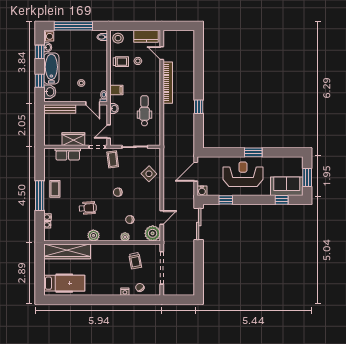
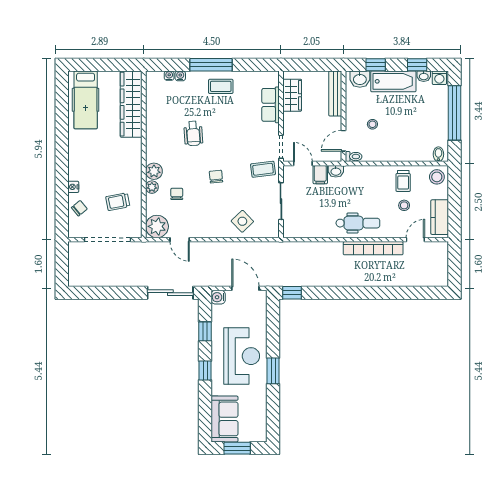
filing cabinet: (116, 90) -> (320, 175), moved
window: (199, 107) -> (292, 293), moved
dental chair: (144, 111) -> (358, 223), moved
wardrobe: (73, 139) -> (292, 95), moved
window: (282, 200) -> (205, 371), moved
plant: (93, 235) -> (154, 171), moved

